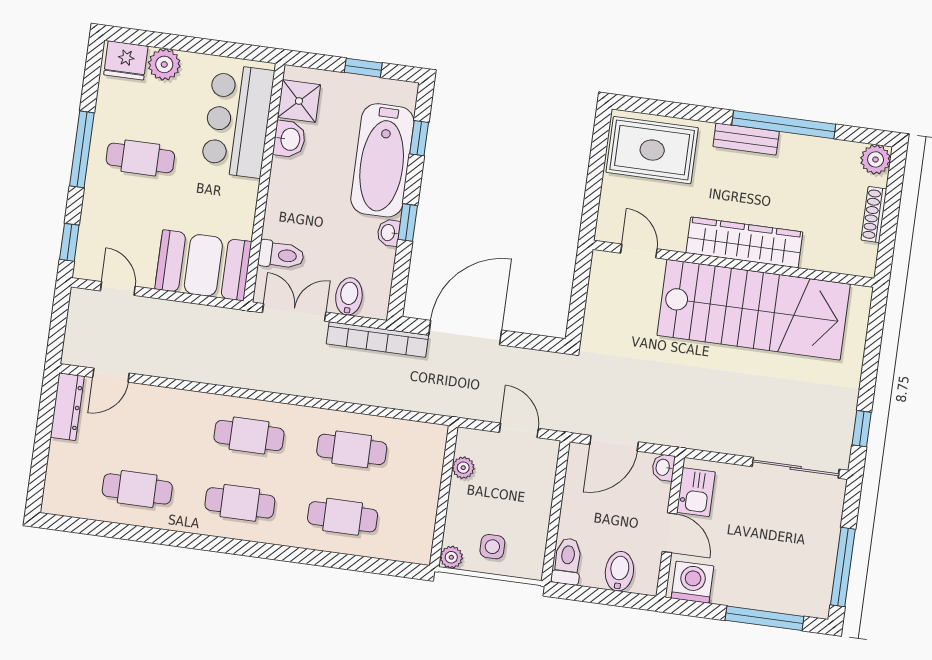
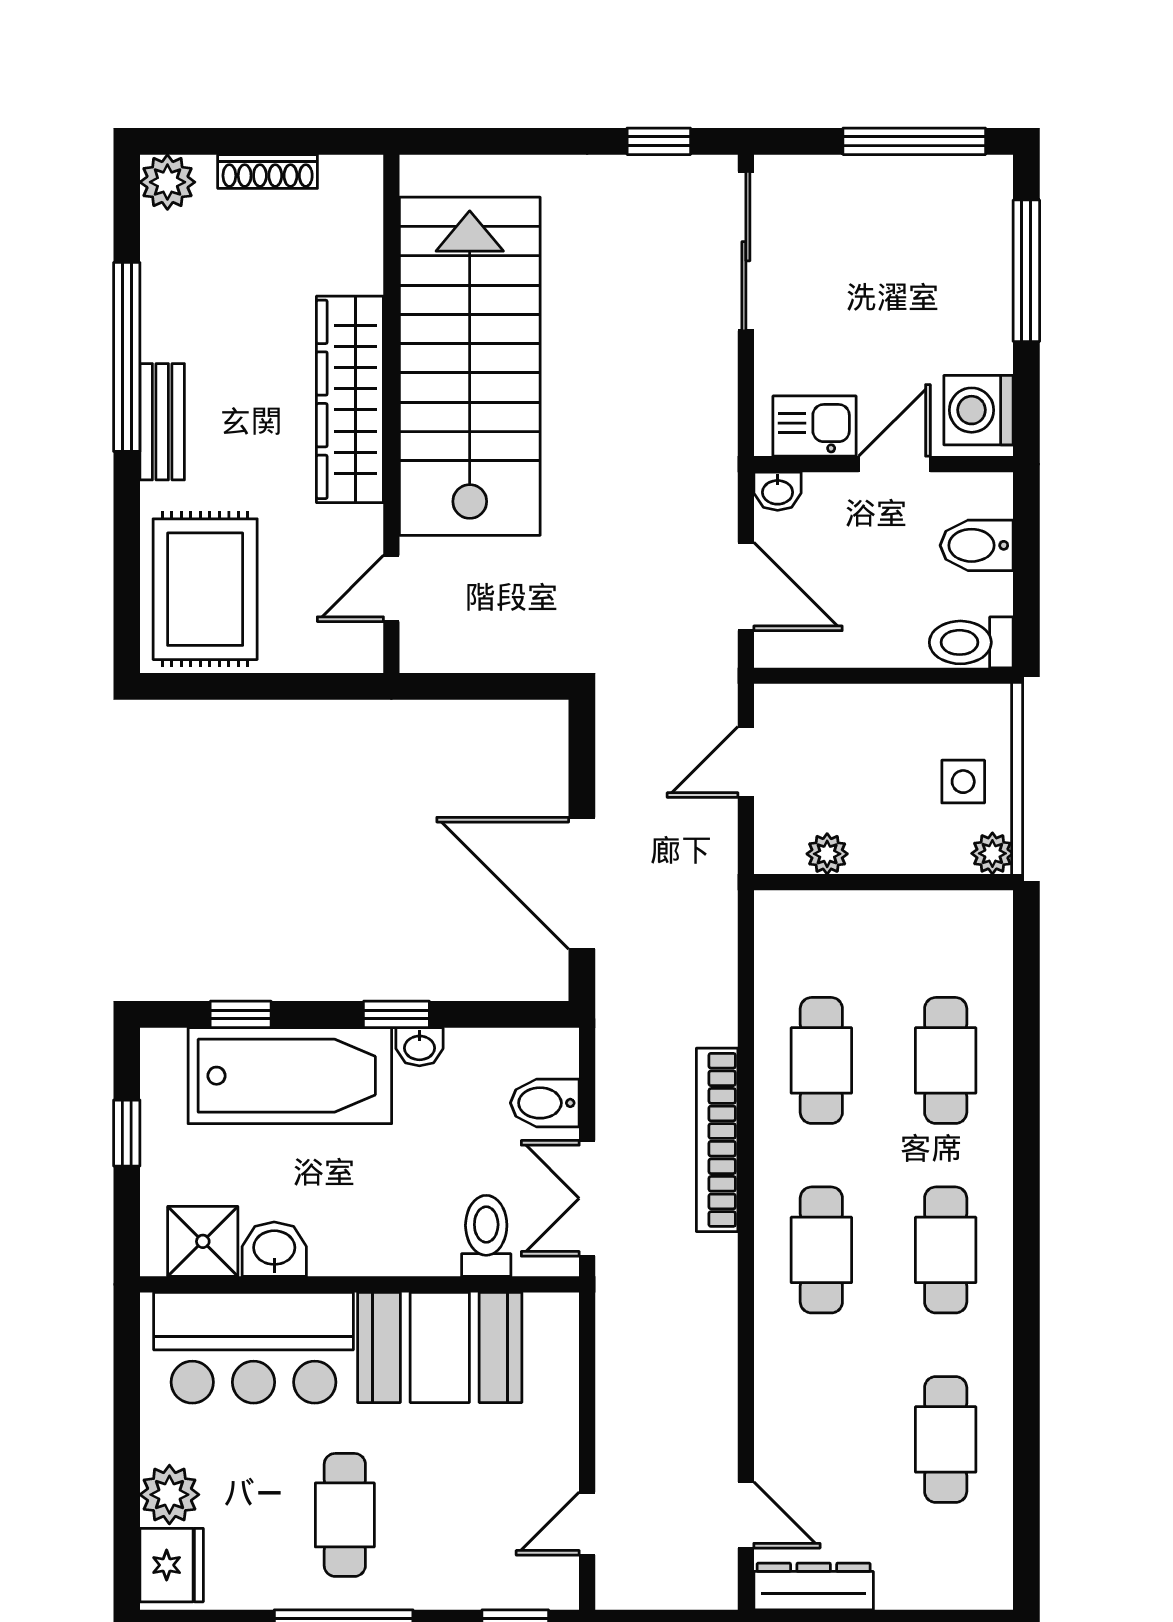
booth: (203, 265) -> (440, 1347), moved, turned 90
bookcase: (377, 340) -> (717, 1140), moved, turned 180

